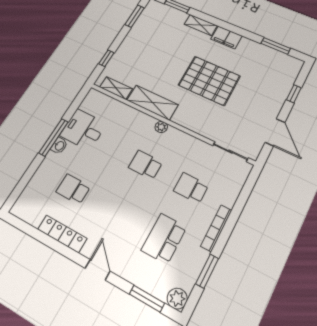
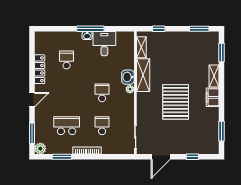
washbasin: (144, 122) -> (128, 77), added

